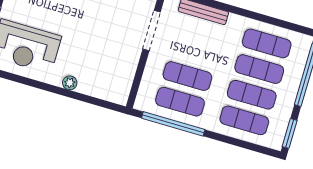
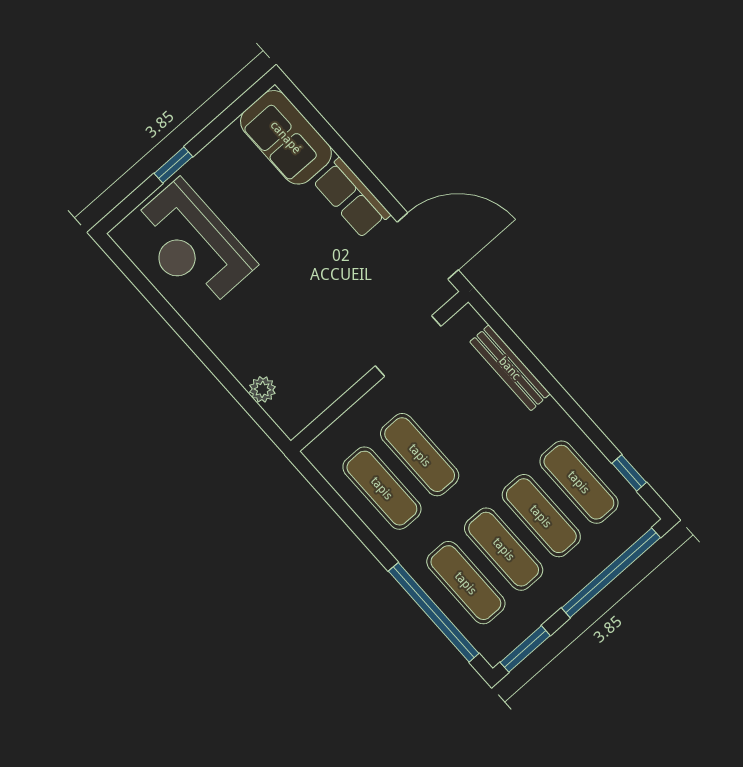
window: (287, 25) -> (629, 473), added
plant: (70, 83) -> (262, 389), moved
window: (173, 124) -> (434, 612), moved

